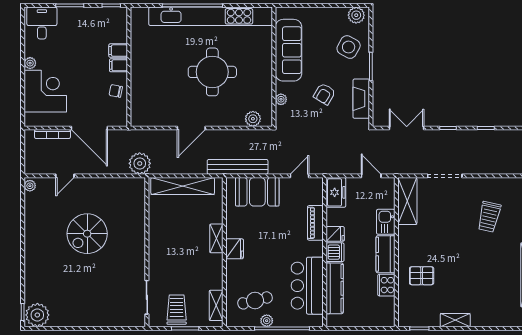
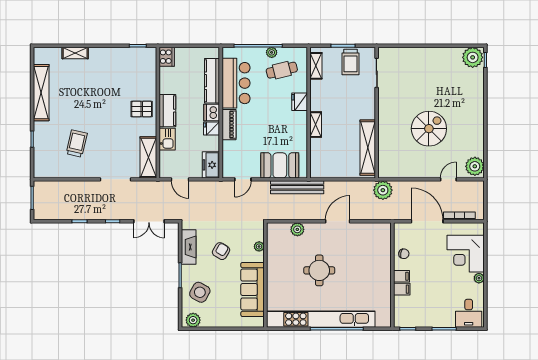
round table: (212, 72) -> (319, 270), width x0.73, depth x0.73
plant: (253, 119) -> (297, 229), moved
plant: (30, 186) -> (475, 166), width x1.88, depth x1.88
shelving: (183, 186) -> (368, 148), moved, turned 90
piano: (315, 223) -> (229, 125), moved
fridge: (235, 249) -> (300, 102), moved
pallet: (422, 276) -> (142, 109), moved
cooker: (386, 285) -> (167, 57), moved
shelving: (455, 320) -> (75, 53), moved

